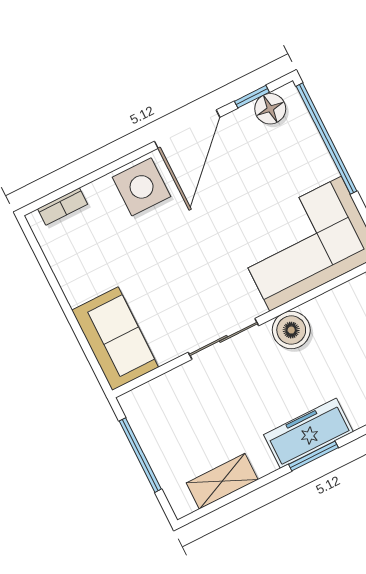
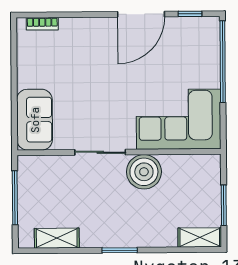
floor lamp: (270, 109) -> (197, 27), removed
side table: (142, 187) -> (96, 36), removed
boiler: (291, 330) -> (144, 172), width x1.37, depth x1.37
freezer: (308, 433) -> (123, 235), removed

